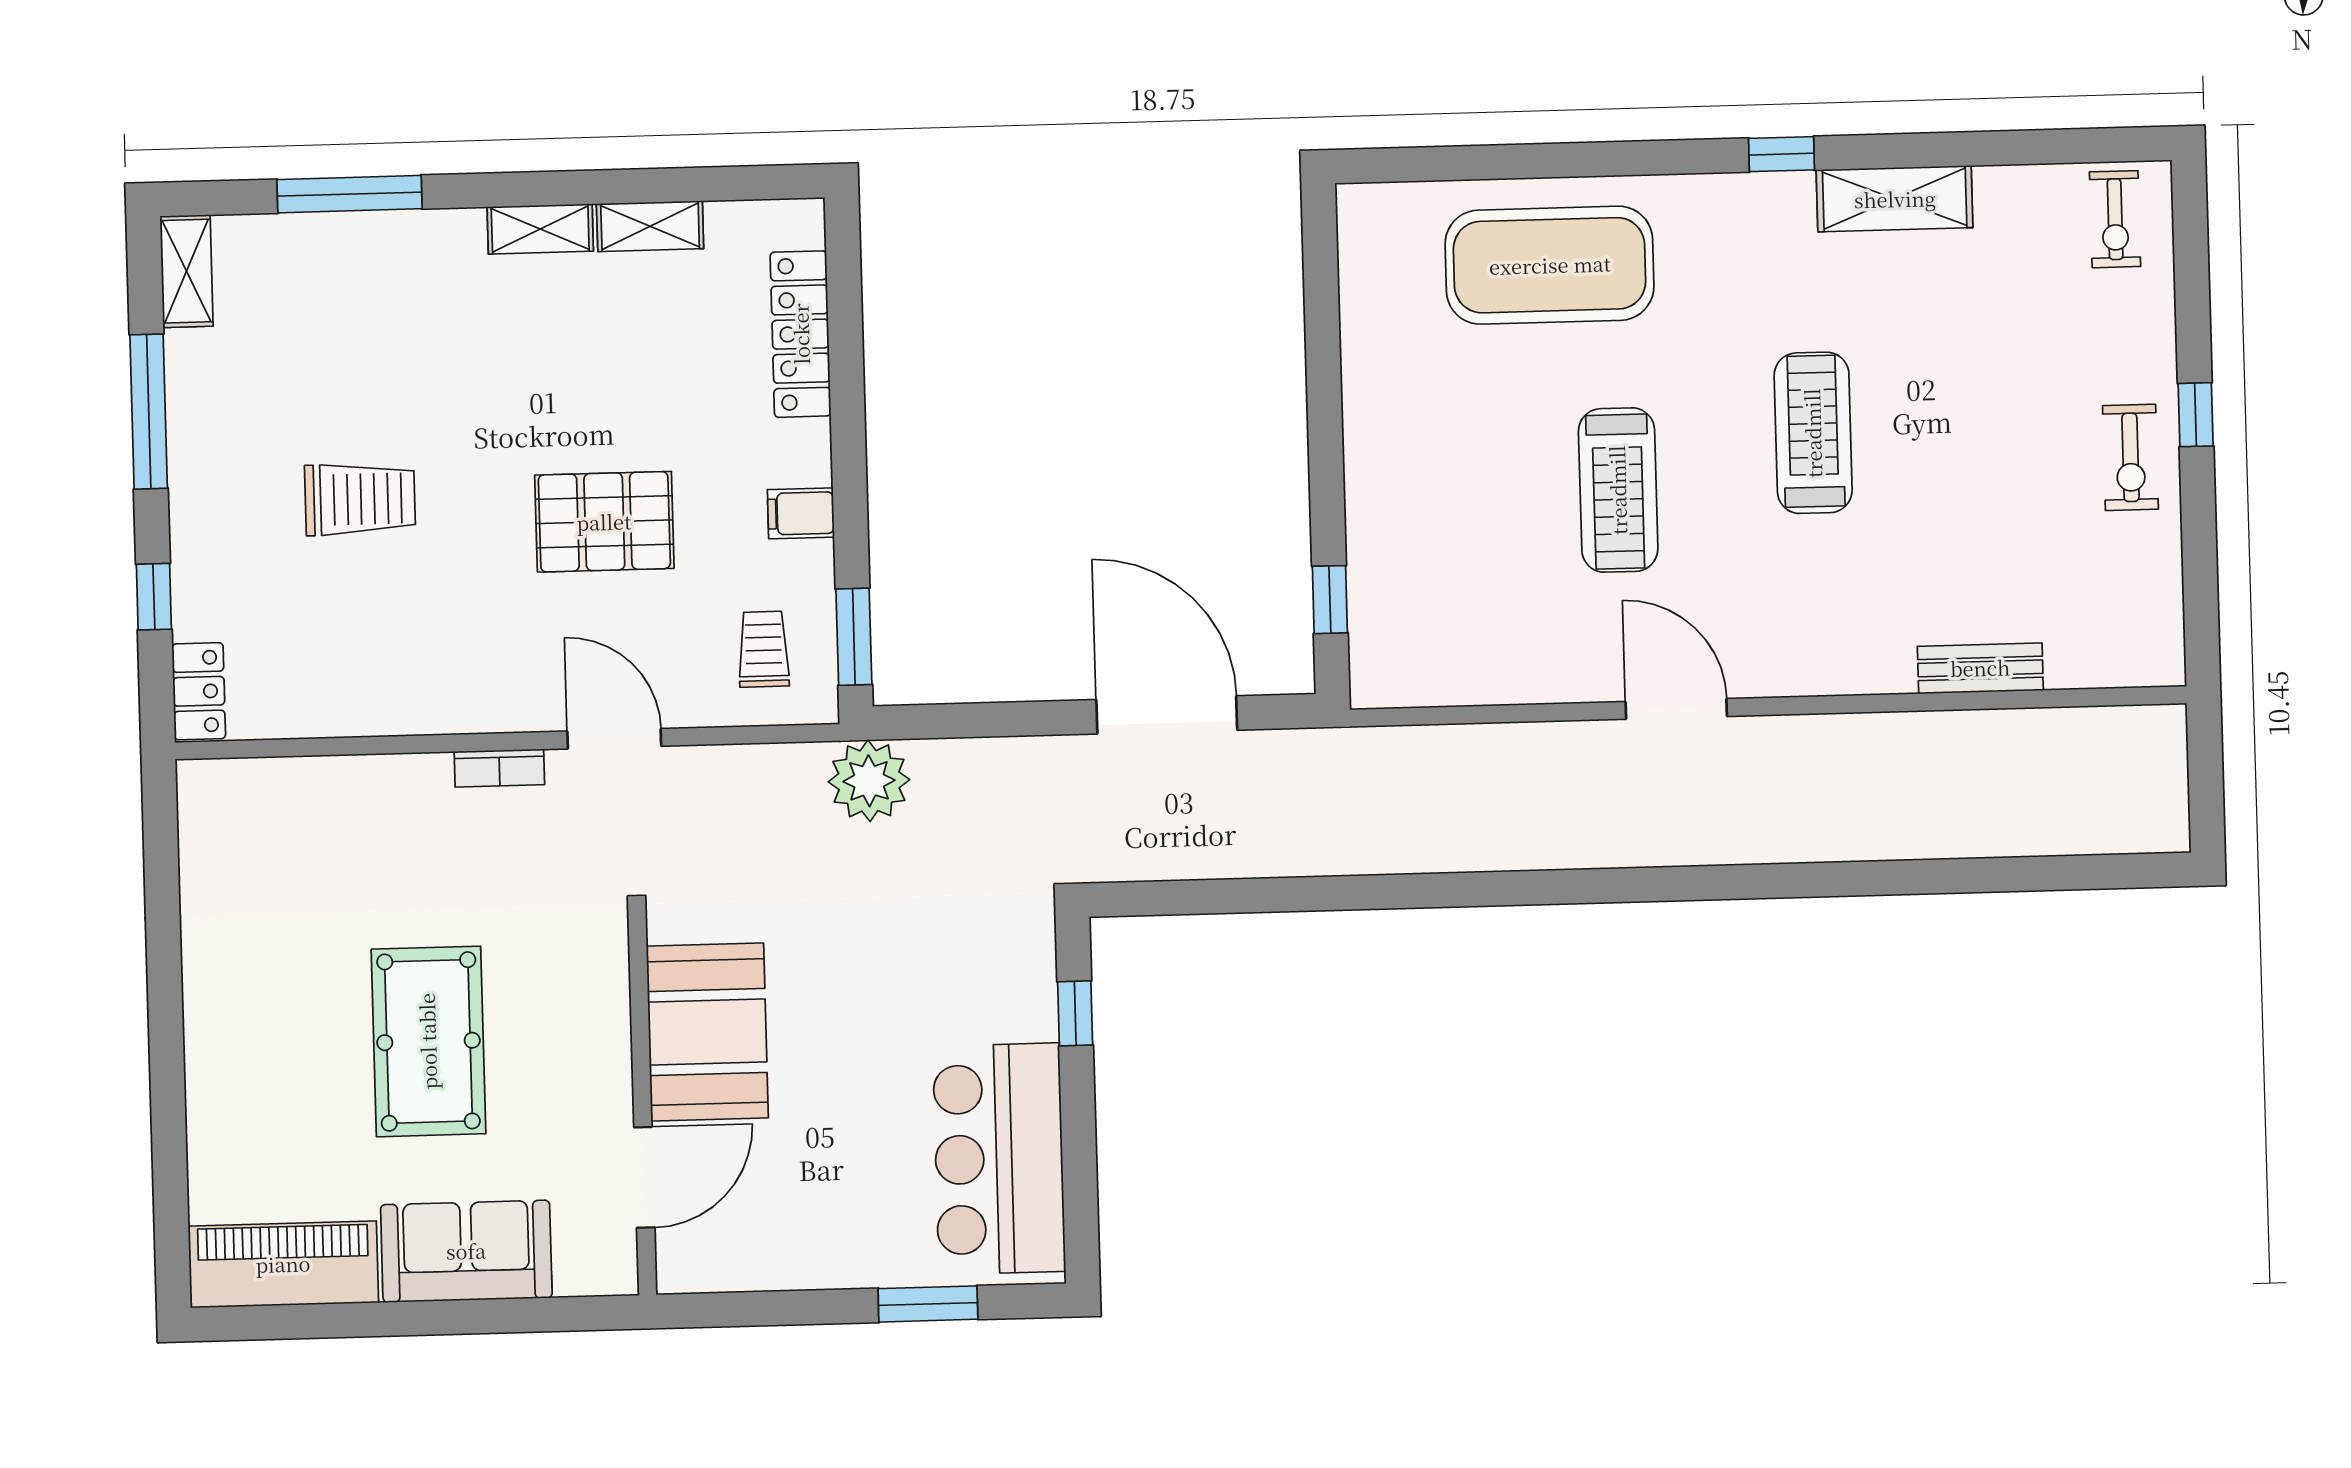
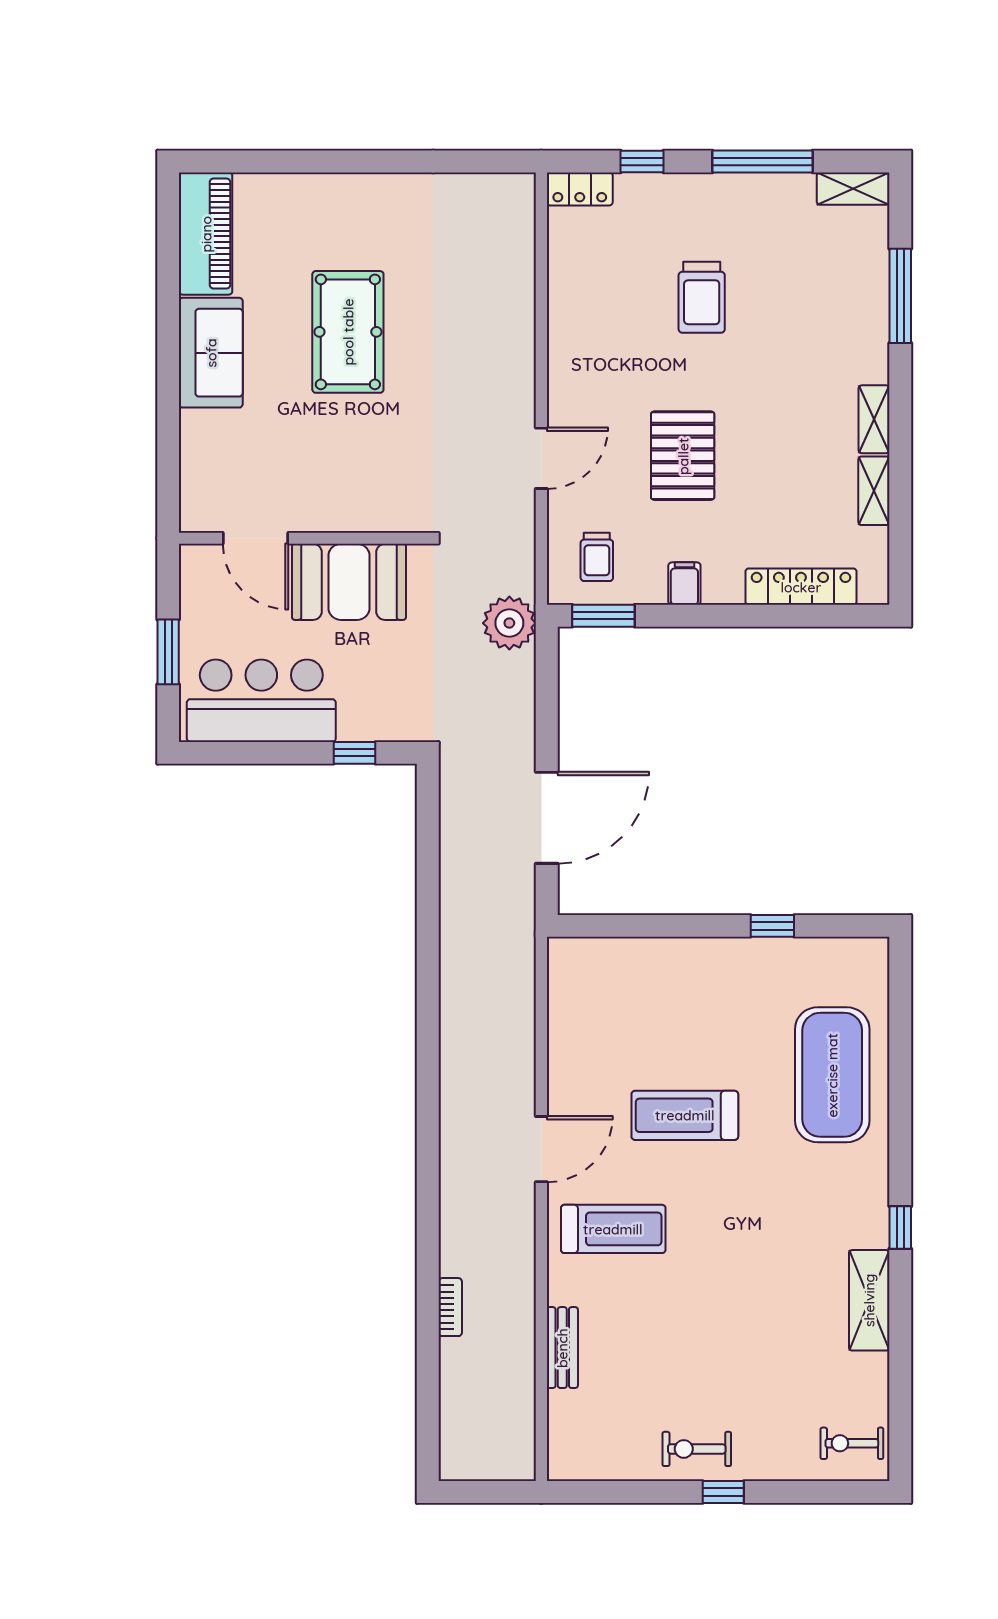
treadmill: (1813, 433) -> (613, 1229), moved
window: (1330, 600) -> (772, 926), moved
trolley: (764, 649) -> (597, 557), turned 90
bookcase: (499, 768) -> (450, 1307), moved, turned 180
booth: (707, 1032) -> (349, 582), moved
pool table: (428, 1041) -> (348, 332), turned 90
wall: (642, 1104) -> (303, 538), moved
door: (644, 1177) -> (256, 538), moved

